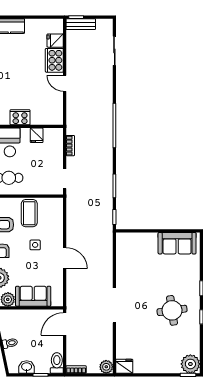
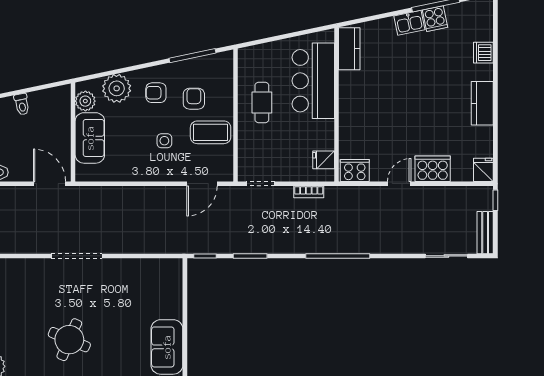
bench: (81, 24) -> (485, 233), moved
fridge: (55, 41) -> (483, 170), moved
cooker: (20, 117) -> (355, 170), moved, turned -90
fridge: (37, 135) -> (324, 160), moved
door: (65, 258) -> (202, 184), moved
round table: (172, 310) -> (69, 340), turned 31

